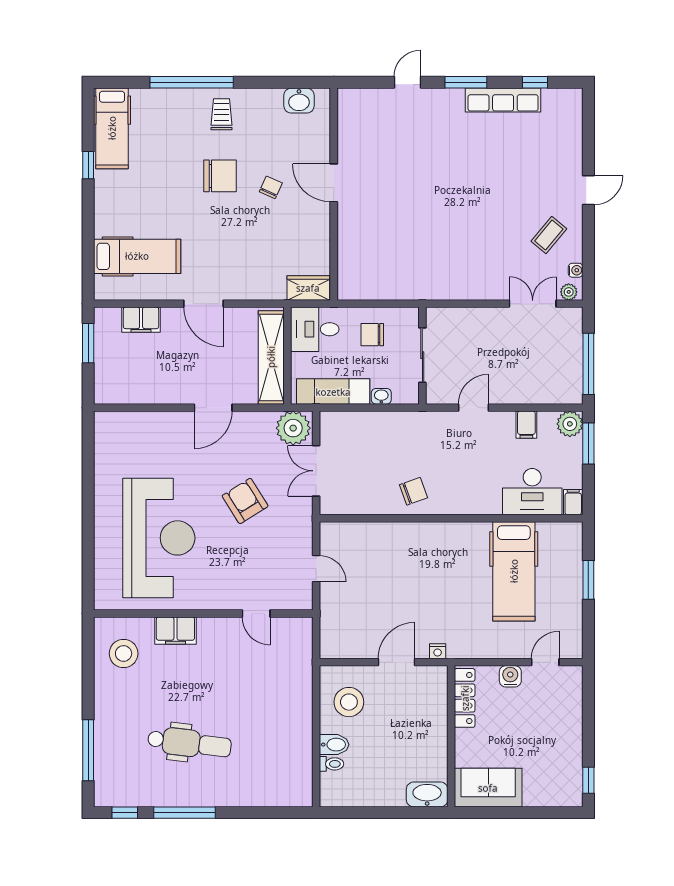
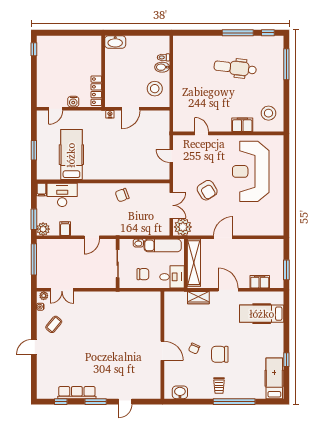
wardrobe: (308, 288) -> (198, 298), moved
sofa: (488, 788) -> (84, 45), removed

